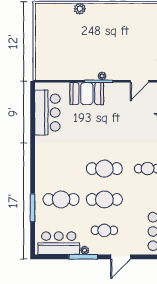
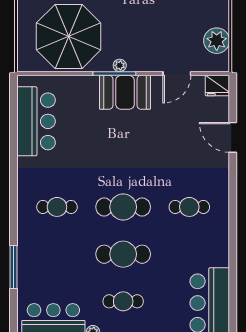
parasol: (69, 57) -> (69, 36), added
booth: (87, 94) -> (125, 92), moved
cafe table: (61, 199) -> (57, 207), moved, width x0.73, depth x0.74

